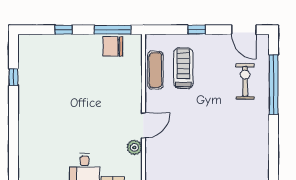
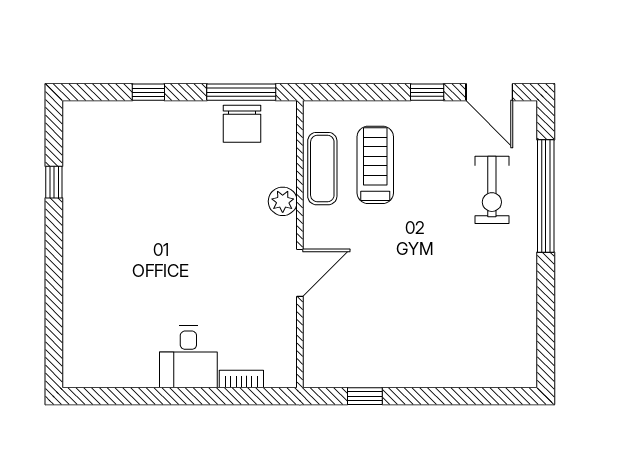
window: (197, 30) -> (427, 92), moved
chair: (113, 46) -> (242, 124), turned -90
exercise bike: (245, 81) -> (492, 190), turned 180
plant: (134, 147) -> (283, 201), moved

